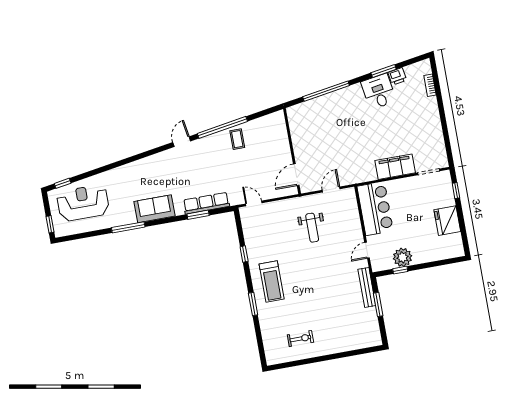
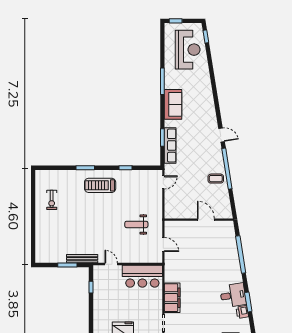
door: (296, 175) -> (206, 220), moved
plant: (403, 257) -> (101, 291), removed

